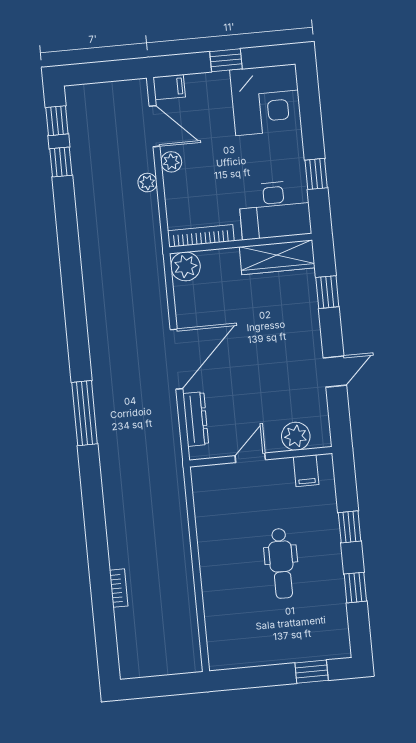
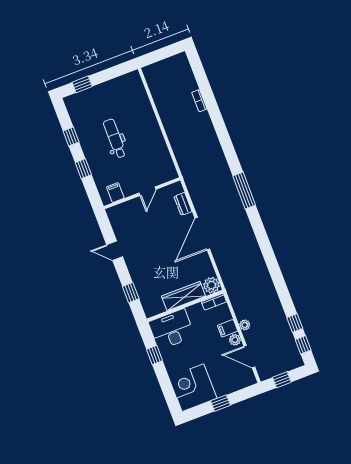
window: (110, 71) -> (282, 380), added
filing cabinet: (169, 87) -> (228, 328), moved
bookcase: (201, 236) -> (214, 302), width x0.64
wardrobe: (277, 257) -> (183, 296), moved
door: (335, 371) -> (115, 251), hinge flipped
dresser: (196, 419) -> (183, 204), width x0.70
plant: (296, 436) -> (126, 210), removed

